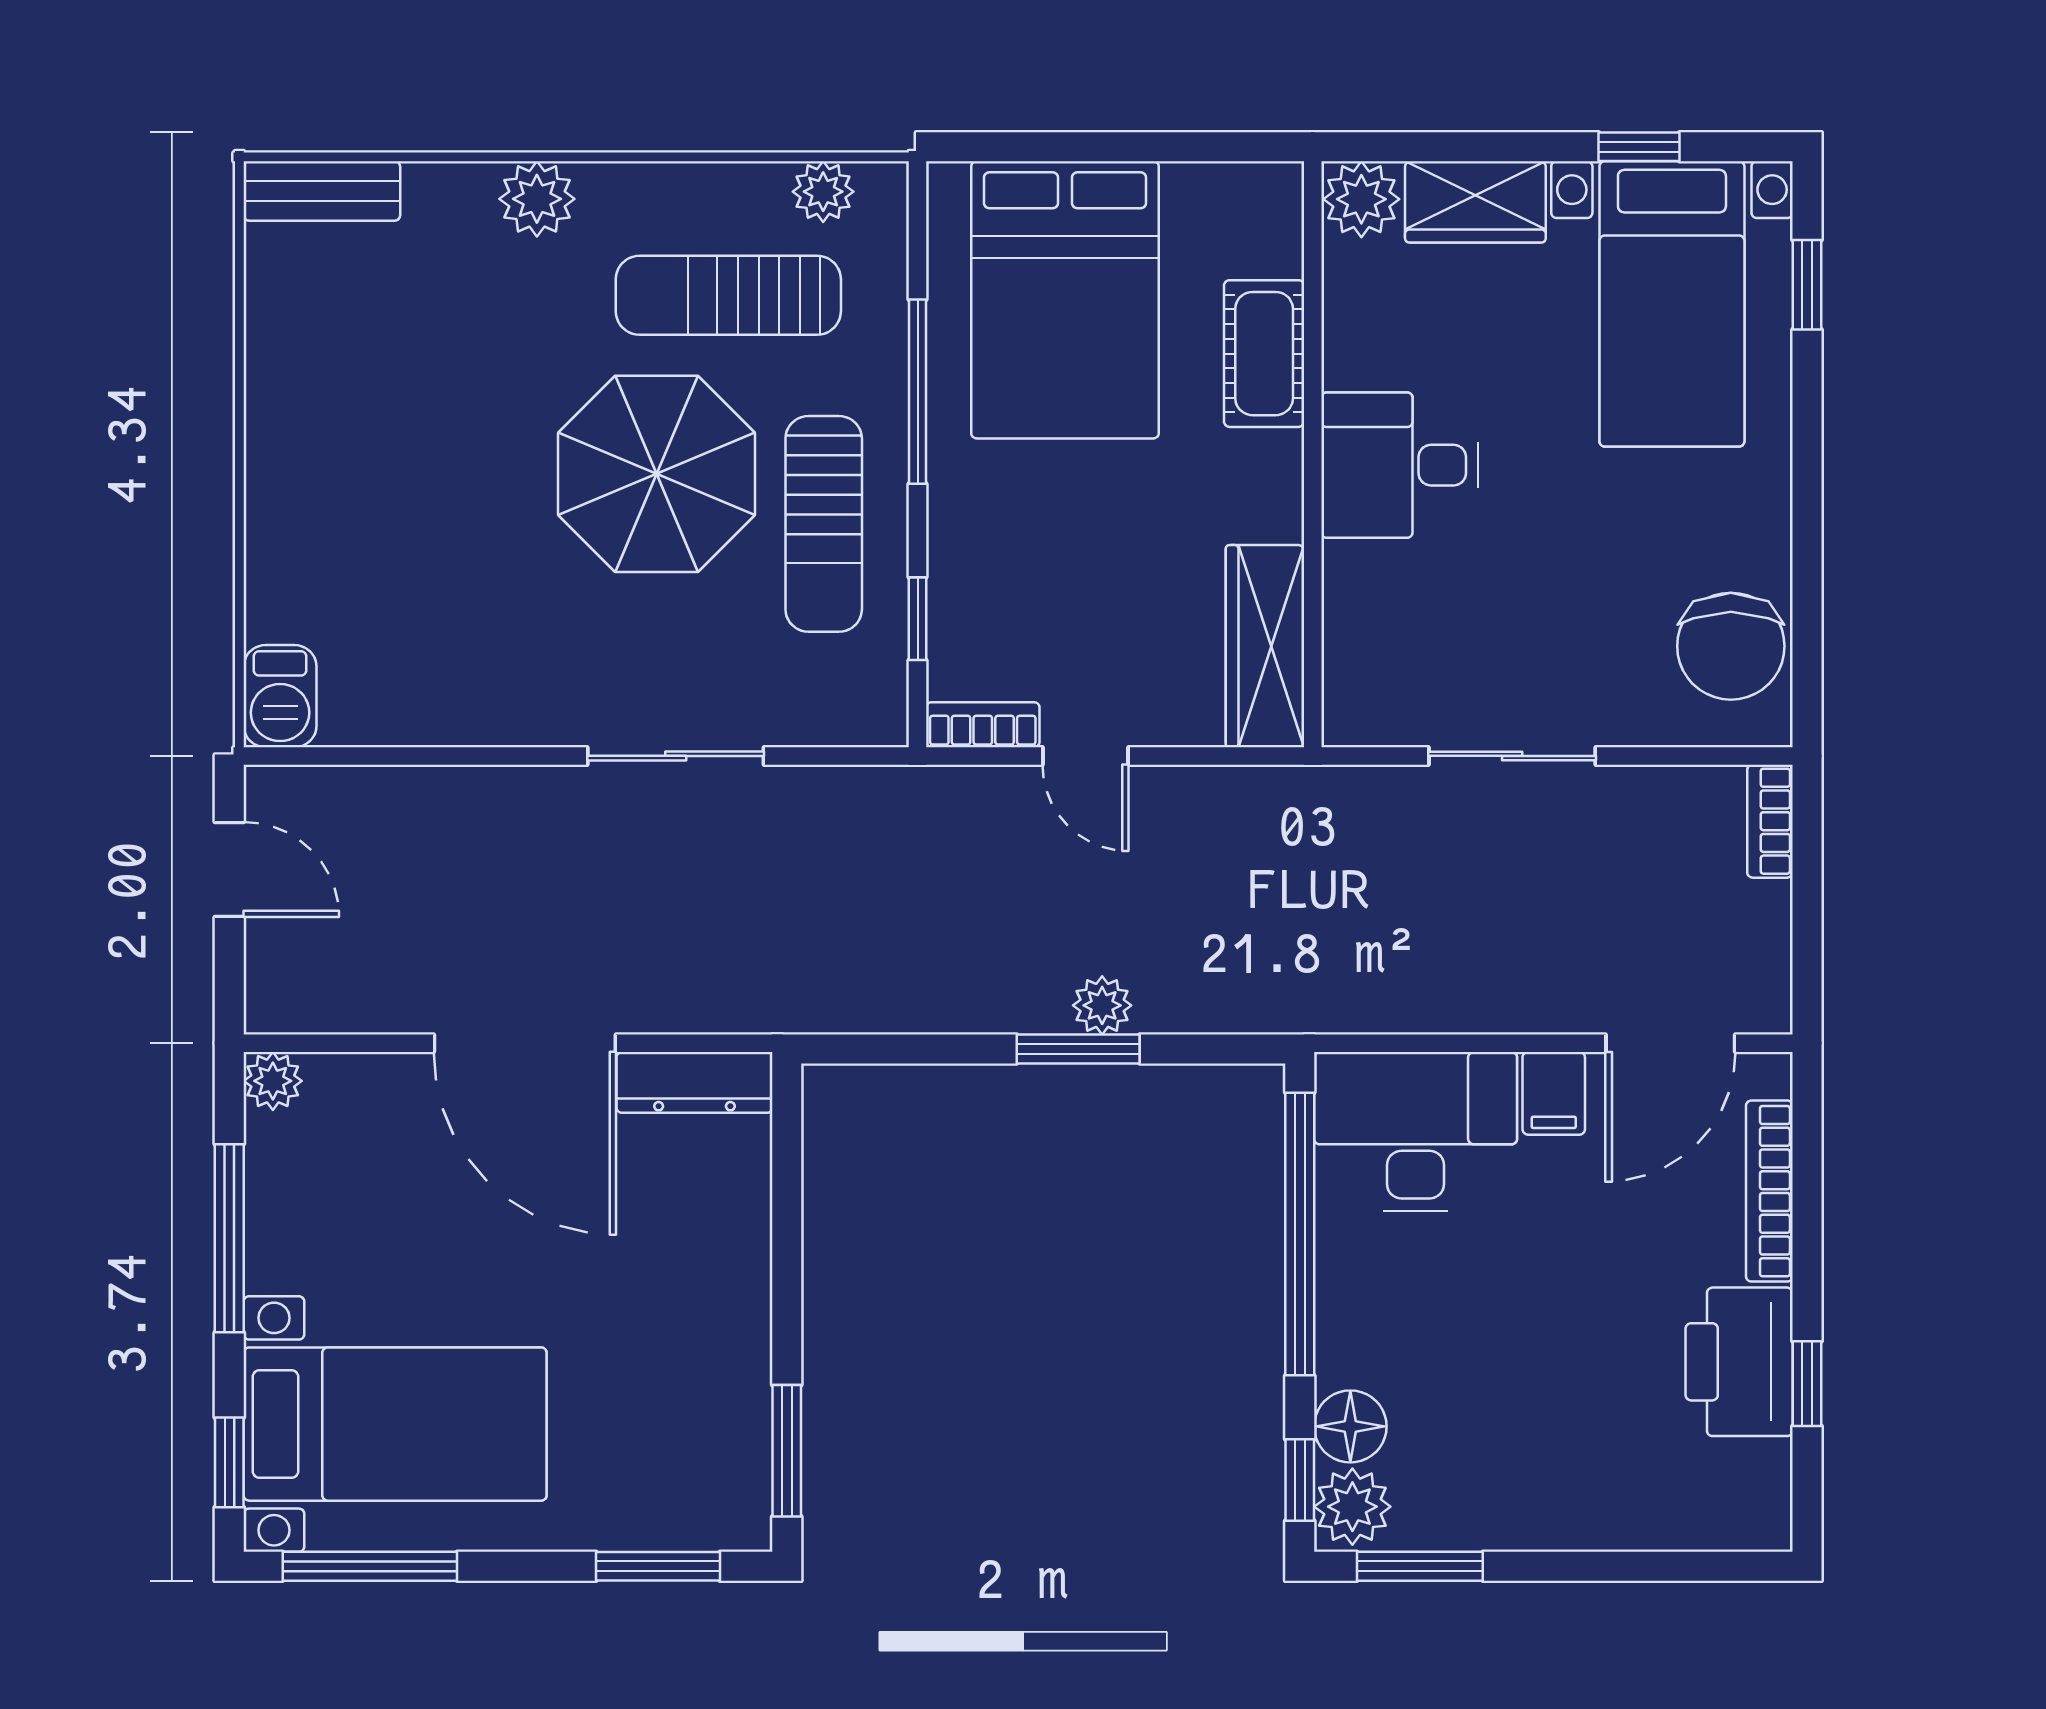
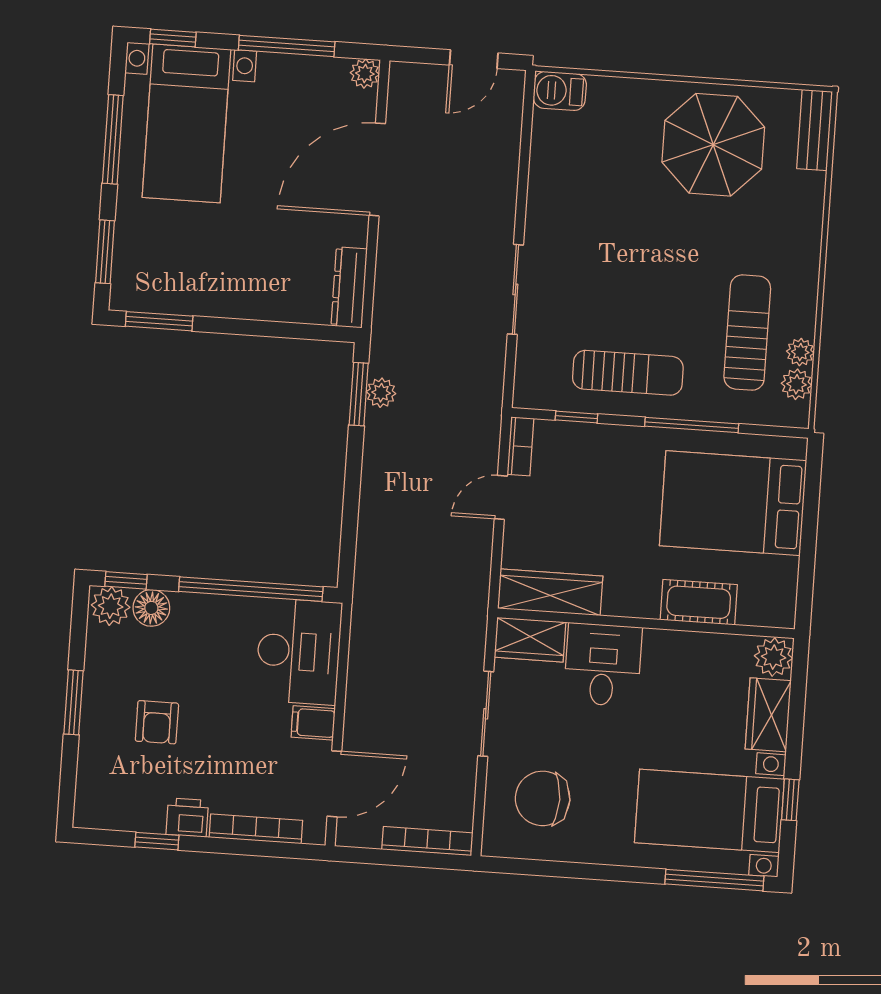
plant: (537, 199) -> (800, 352), moved, width x0.73, depth x0.73
window: (1807, 285) -> (714, 880), width x2.17
desk: (1400, 465) -> (603, 665), moved
parasol: (657, 474) -> (713, 145), moved
sun lounger: (824, 524) -> (628, 373), turned 180
chair: (1731, 646) -> (543, 798), moved
wardrobe: (1361, 679) -> (530, 640), added
bookcase: (1770, 821) -> (427, 841), width x1.56
plant: (1102, 1005) -> (381, 393), moved
door: (525, 1043) -> (377, 169), moved
door: (1670, 1043) -> (334, 784), swing flipped
window: (1078, 1049) -> (359, 394), moved
printer: (1739, 1362) -> (187, 817), width x0.53, depth x0.68
armchair: (1574, 1400) -> (157, 722), added
window: (370, 1566) -> (113, 139), moved
window: (1420, 1566) -> (73, 702), moved

